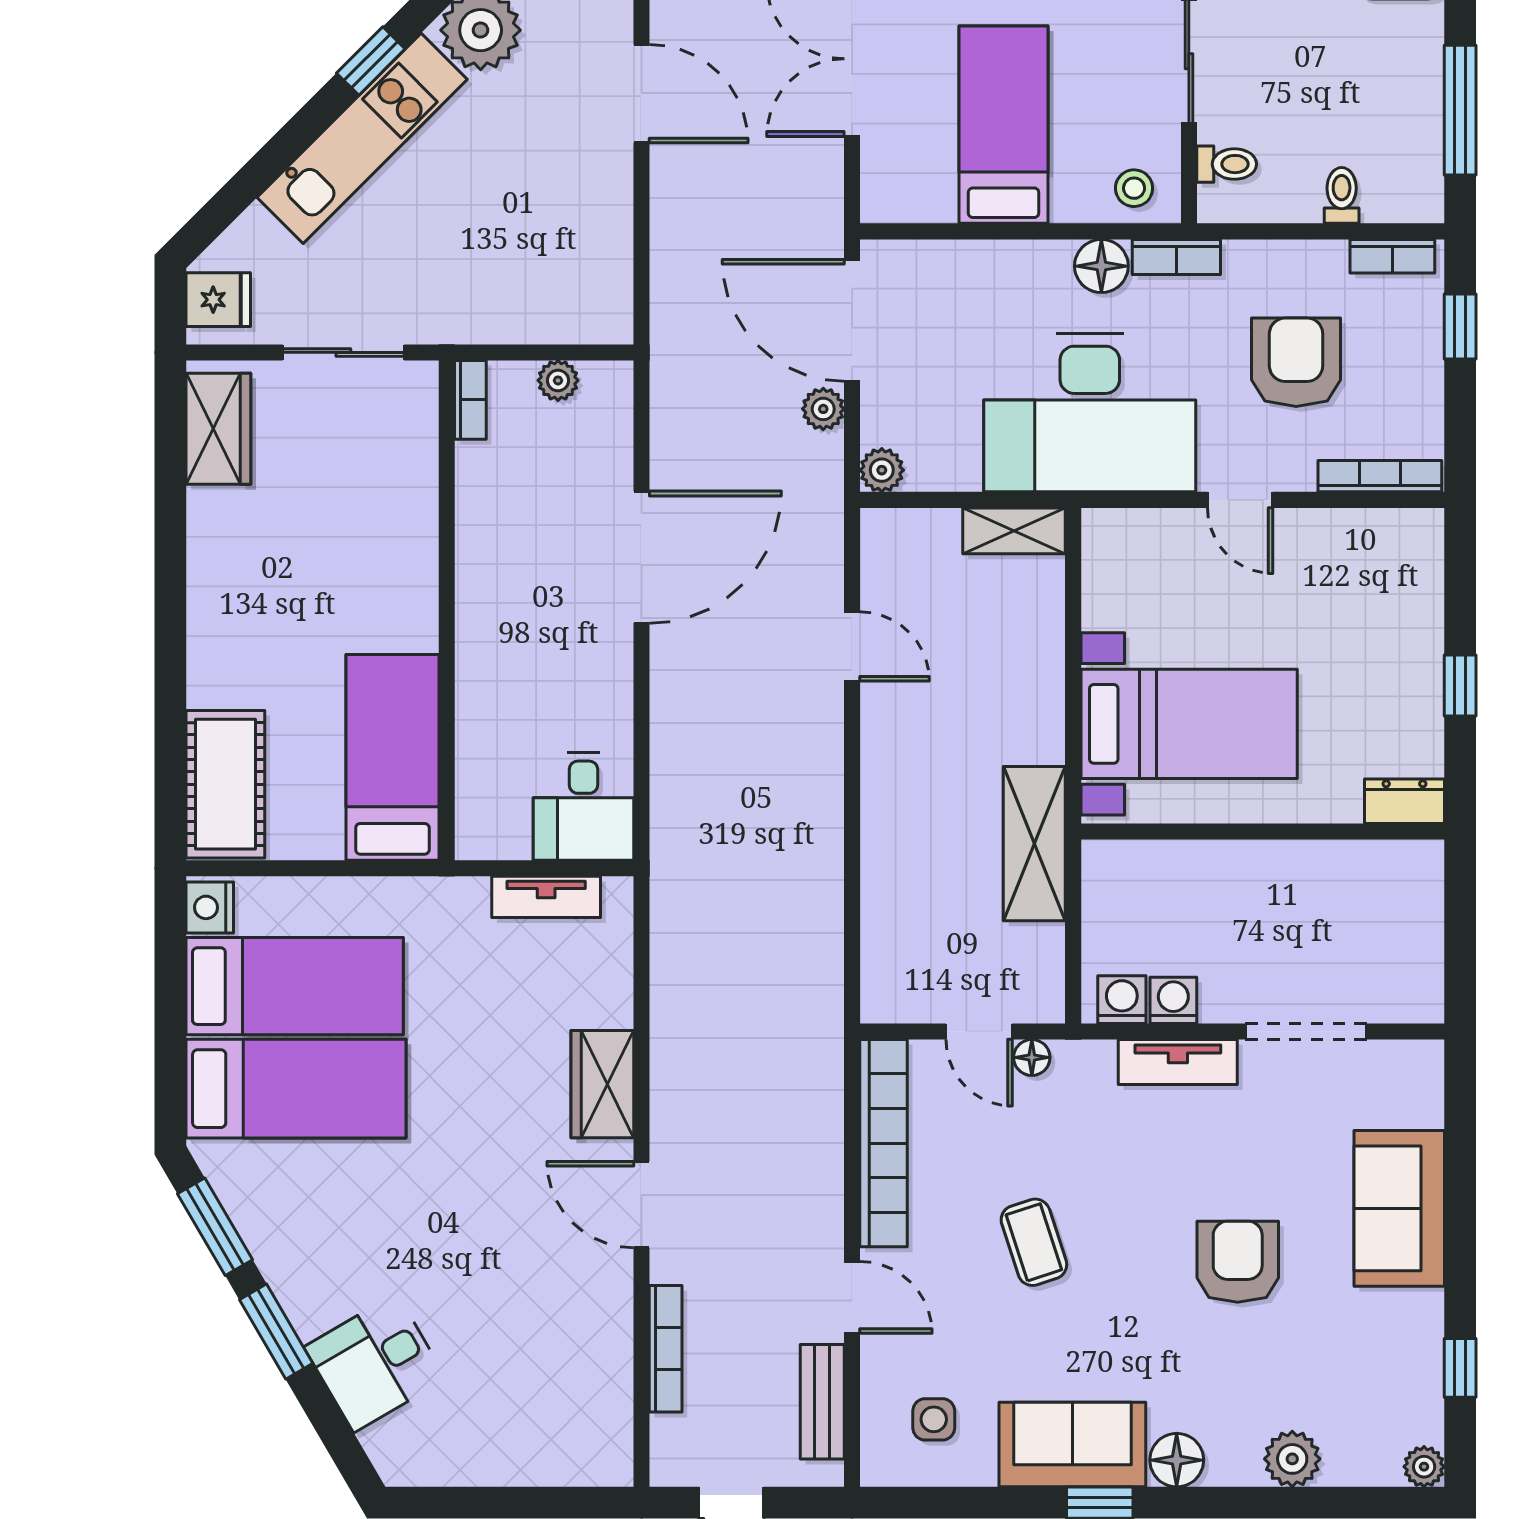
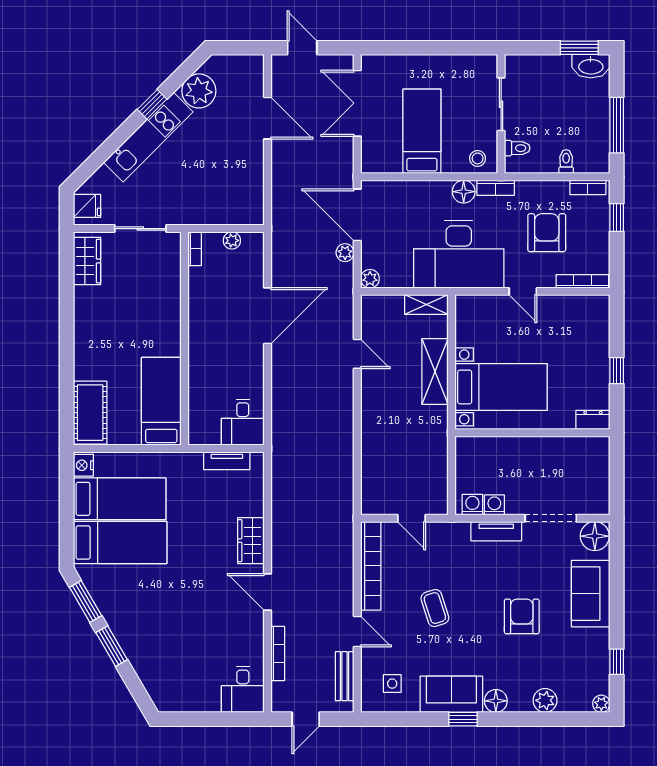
shelving: (1034, 844) -> (435, 371), moved
floor lamp: (1032, 1057) -> (595, 536), moved, width x1.89, depth x1.89
desk: (375, 1363) -> (243, 689), moved, turned -60

